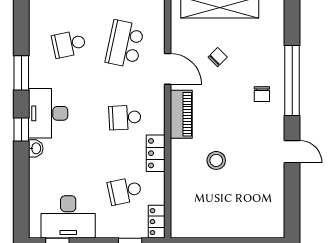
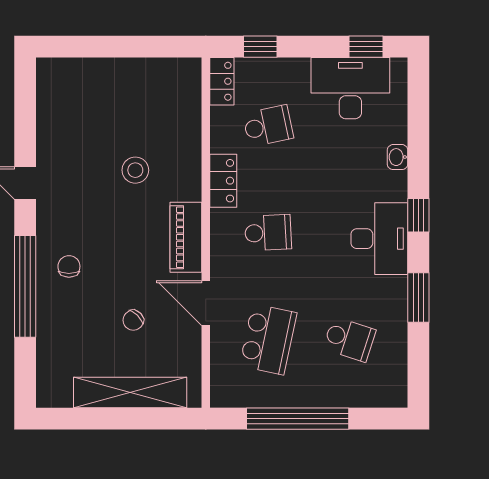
school desk: (69, 44) -> (349, 339), turned 30
washbasin: (36, 148) -> (398, 157), moved

